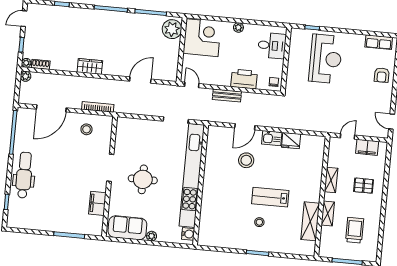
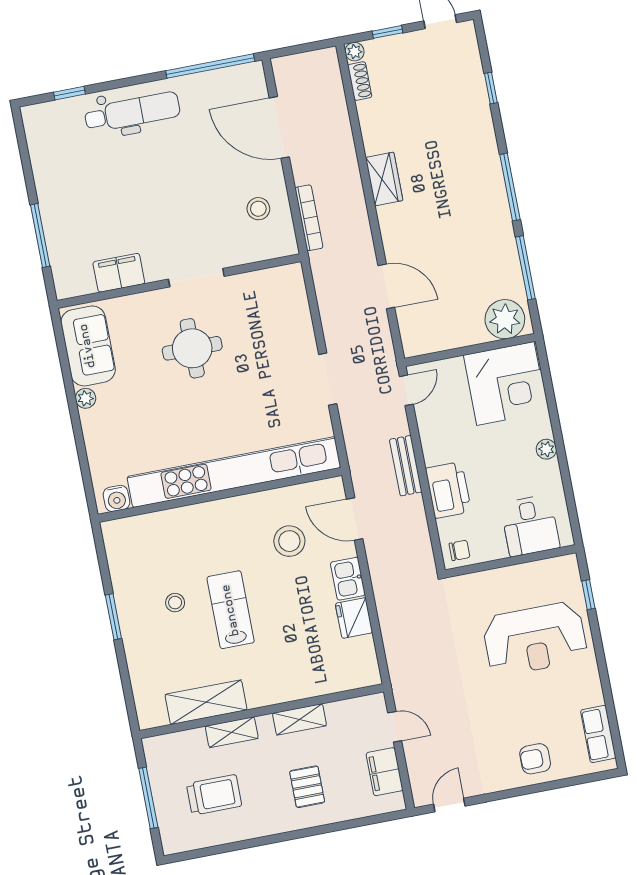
plant: (26, 76) -> (328, 58), removed
kitchen unit: (192, 175) -> (234, 472), moved
wall: (201, 185) -> (220, 495), moved
water cooler: (188, 234) -> (116, 498), moved

